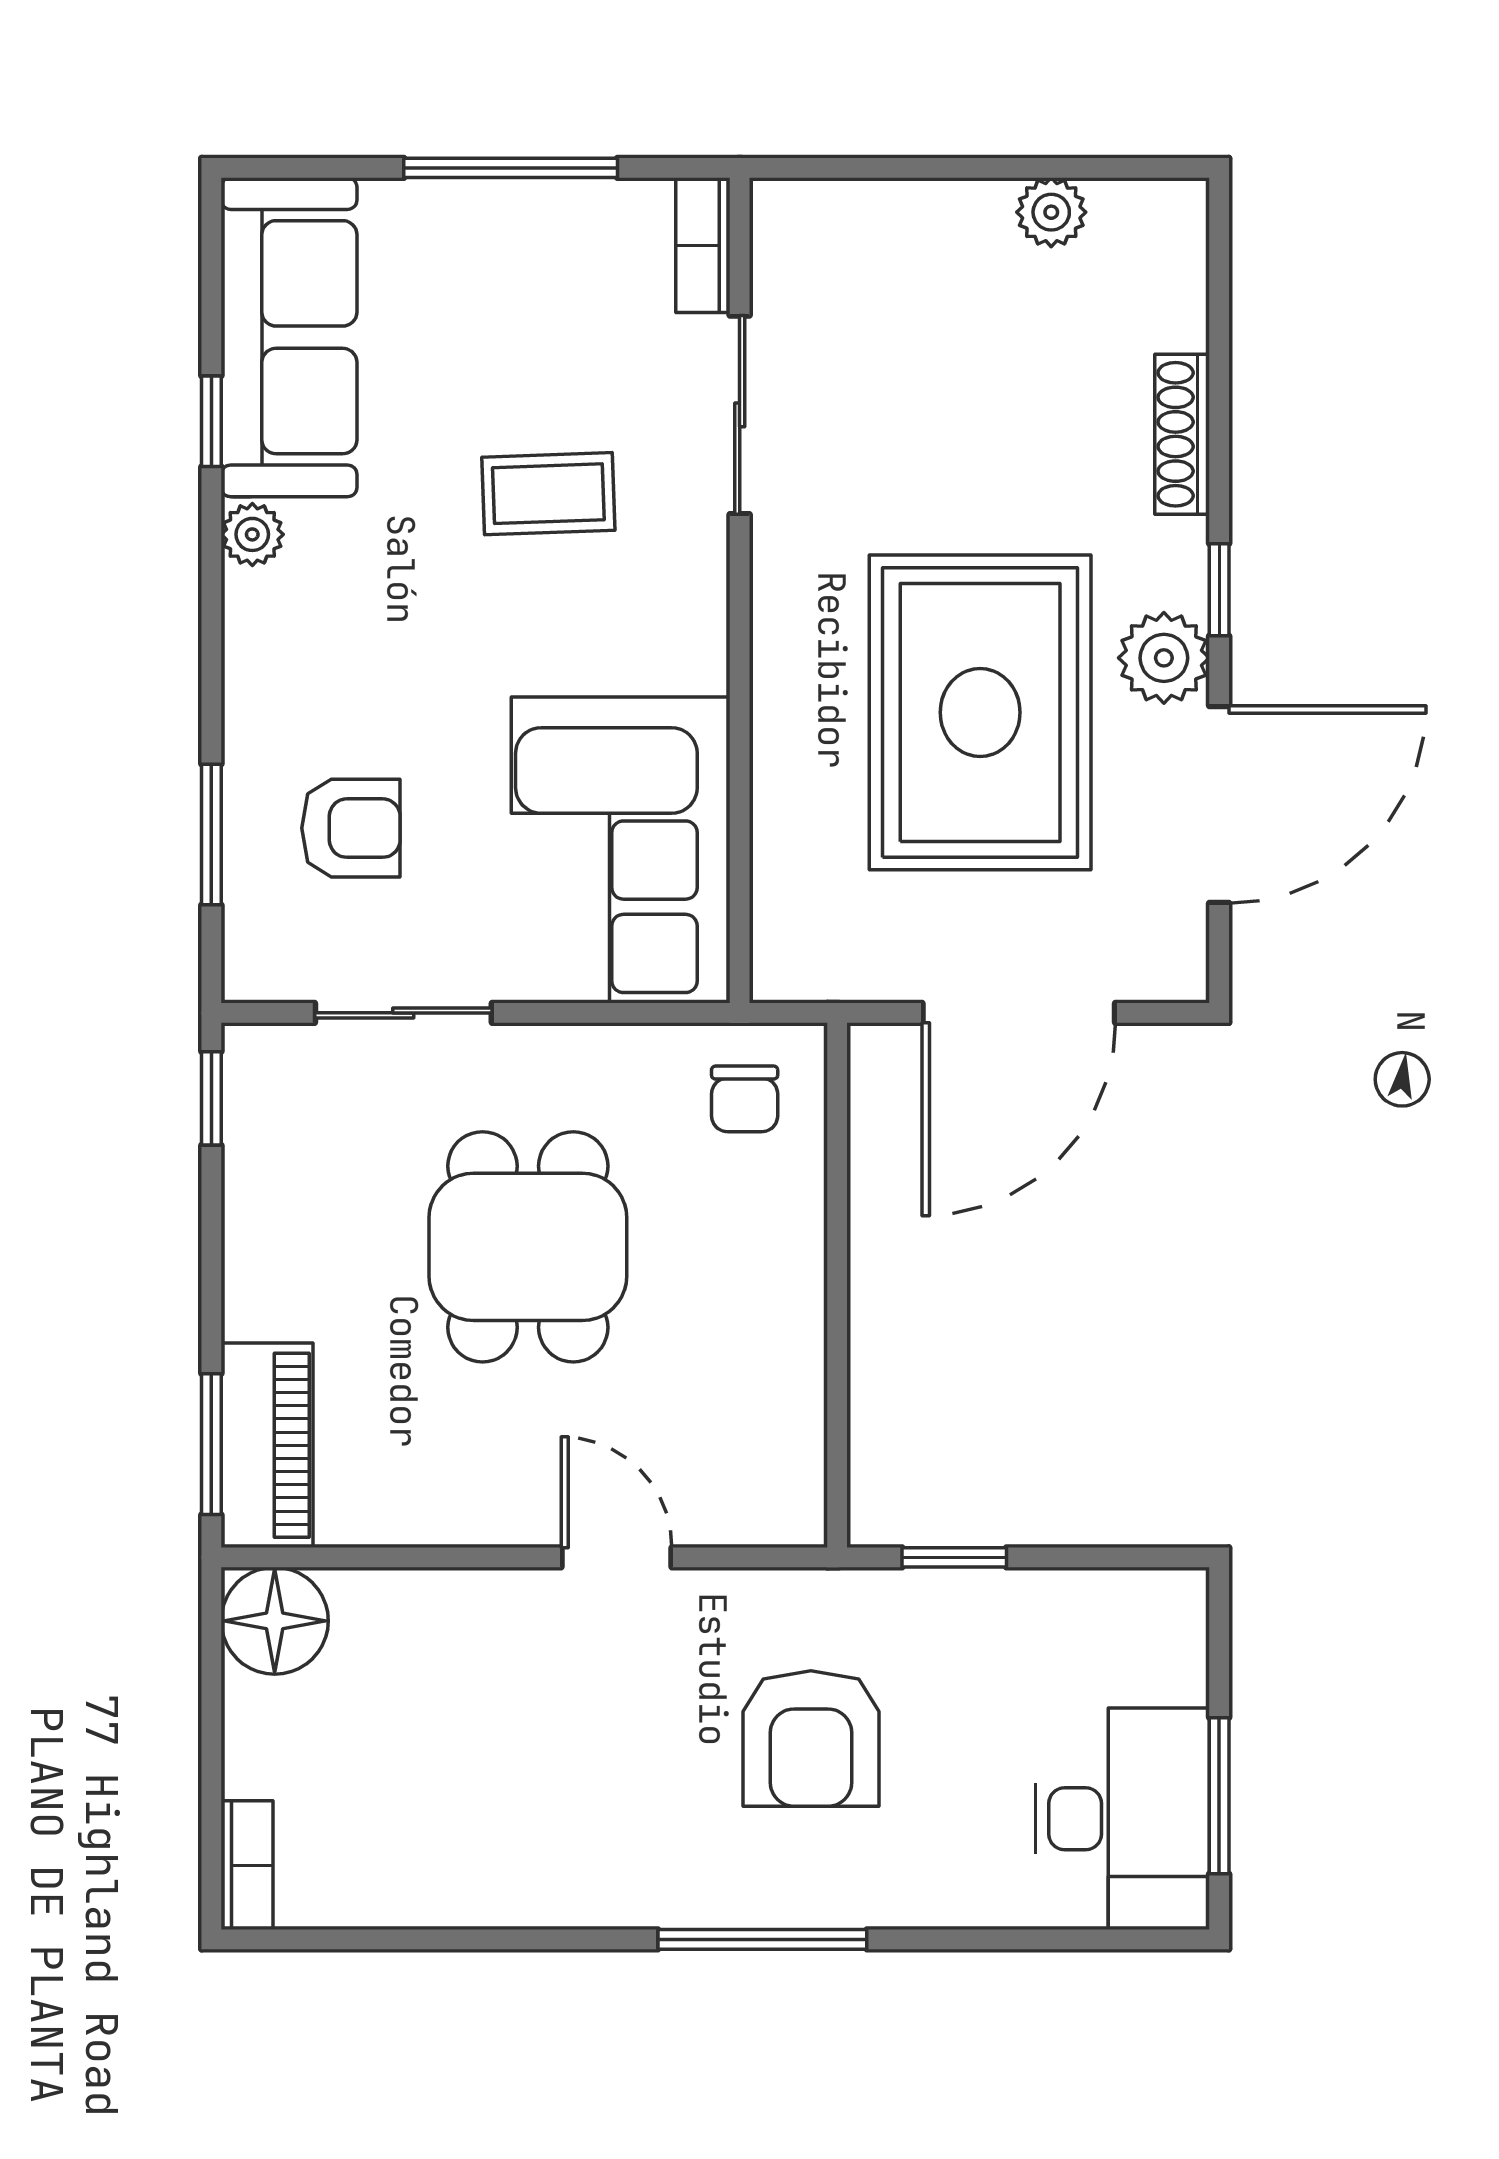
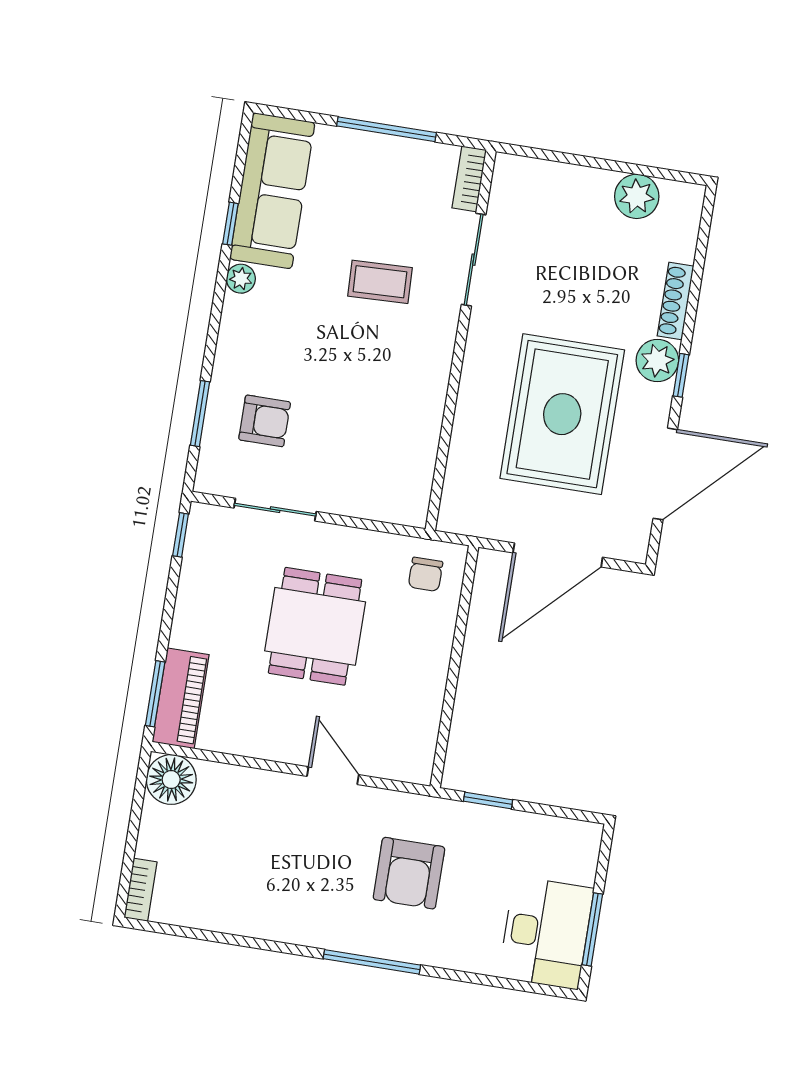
plant: (1051, 212) -> (637, 196), width x1.38, depth x1.38
plant: (1164, 658) -> (657, 361), moved
corner sofa: (621, 850) -> (387, 451), removed

